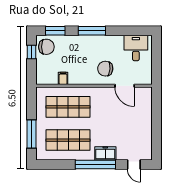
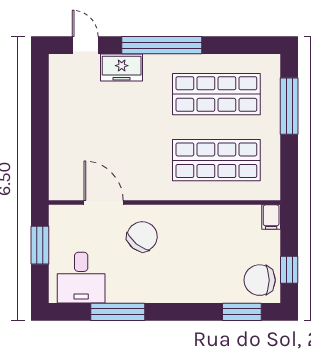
window: (92, 31) -> (118, 312), moved
window: (157, 64) -> (40, 245), added
chair: (105, 69) -> (142, 237), turned -55
filing cabinet: (63, 78) -> (271, 217), moved
freezer: (105, 153) -> (122, 67), moved

